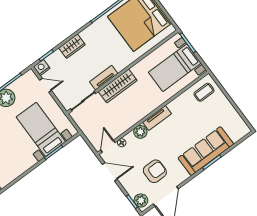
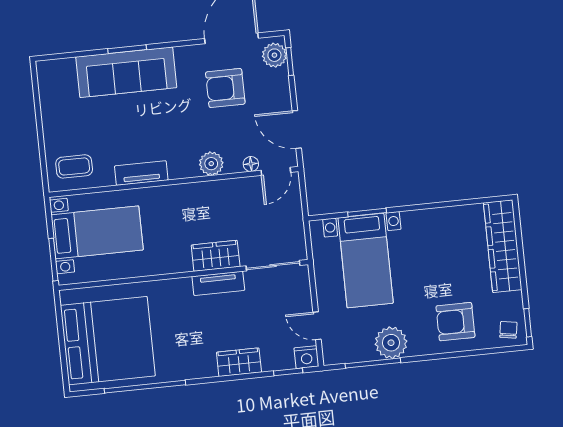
wardrobe: (118, 86) -> (216, 256), width x0.67
tv unit: (157, 118) -> (141, 173), moved

